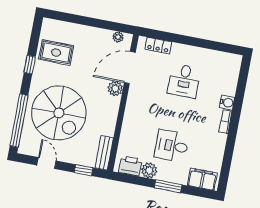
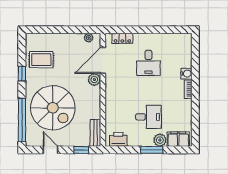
desk: (172, 146) -> (148, 117), turned 180
plant: (149, 170) -> (160, 140), moved

